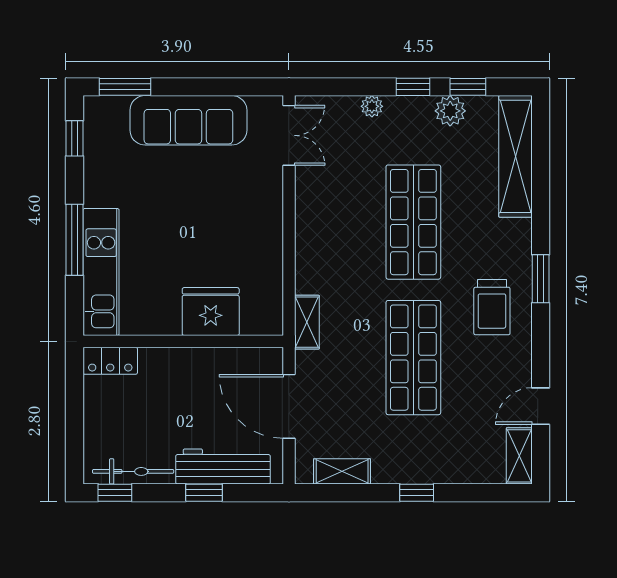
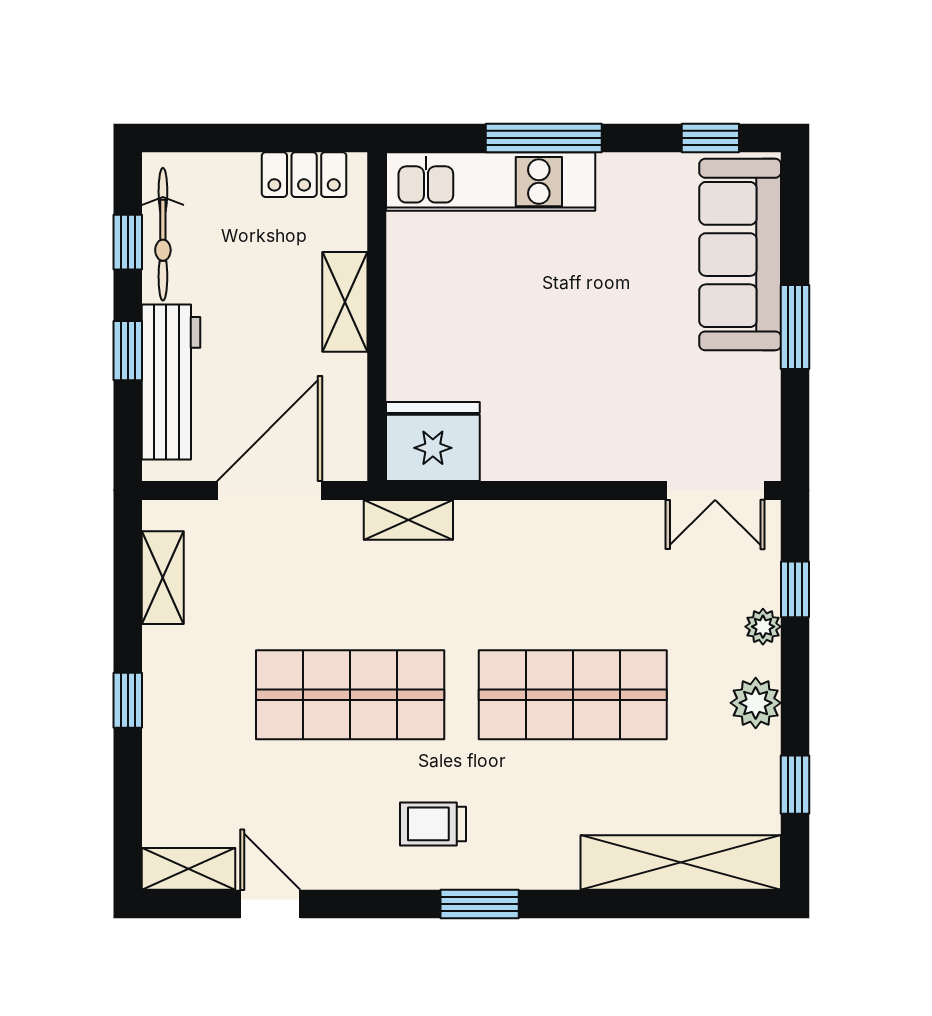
window: (125, 87) -> (795, 327), moved
window: (413, 87) -> (795, 589), moved
plant: (450, 111) -> (756, 703), moved
sofa: (188, 120) -> (740, 255), moved
trolley: (492, 307) -> (433, 824), width x0.73, depth x0.72
fridge: (211, 312) -> (433, 442), moved, turned -90
locker: (110, 361) -> (304, 175), moved, turned -90
shelving: (174, 361) -> (345, 302), added
window: (115, 493) -> (128, 242), moved

